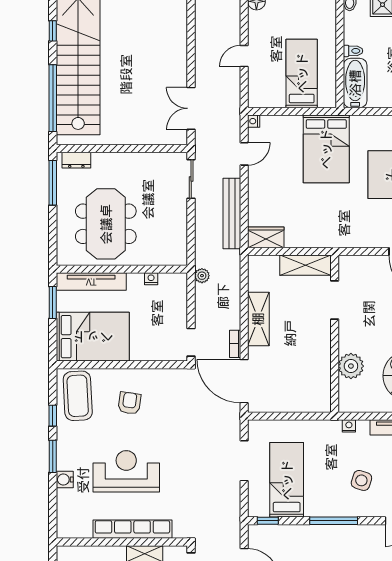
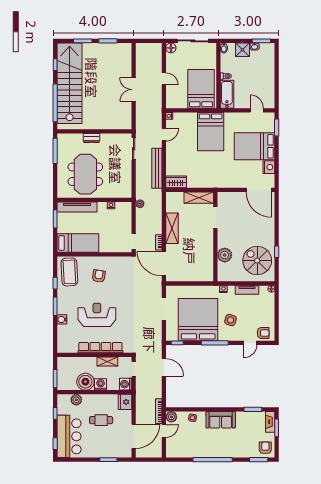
door: (244, 56) -> (164, 79), swing flipped
bed: (302, 73) -> (201, 89), width x1.50
double door: (191, 108) -> (134, 90), moved
dresser: (76, 160) -> (91, 138), moved
bed: (93, 337) -> (78, 243), width x0.67
bed: (287, 480) -> (198, 320), width x2.04

